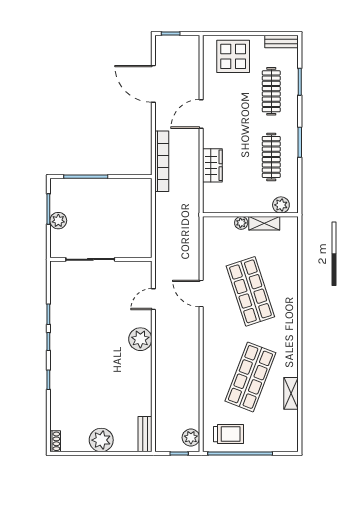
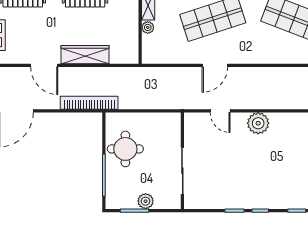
wardrobe: (212, 165) -> (85, 55), width x1.50
round table: (113, 199) -> (125, 149), added

